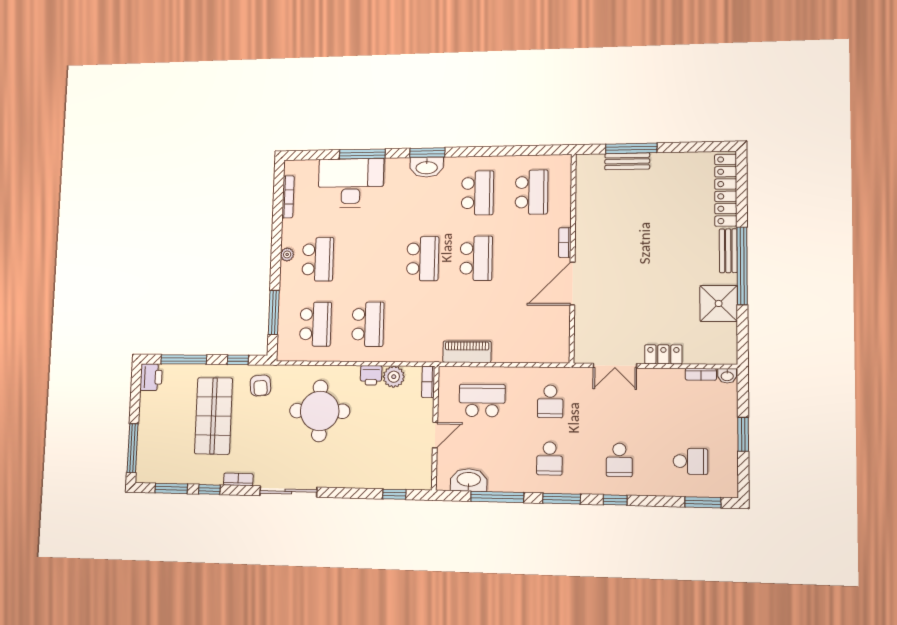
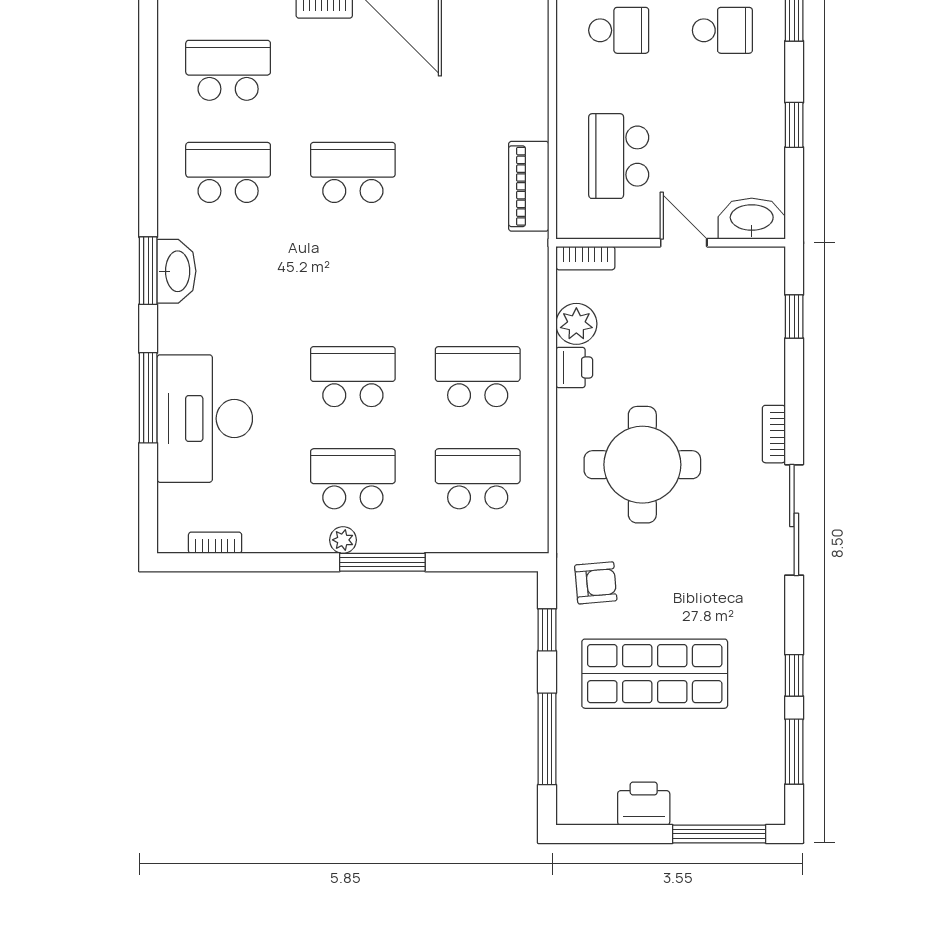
bookcase: (288, 197) -> (215, 543), width x0.64
school desk: (423, 259) -> (353, 377), moved
window: (274, 312) -> (382, 562), moved
printer: (151, 377) -> (644, 804), moved
bookcase: (238, 479) -> (774, 434), moved
washbasin: (469, 480) -> (752, 219), moved, turned 90
window: (497, 497) -> (794, 125), width x0.46

